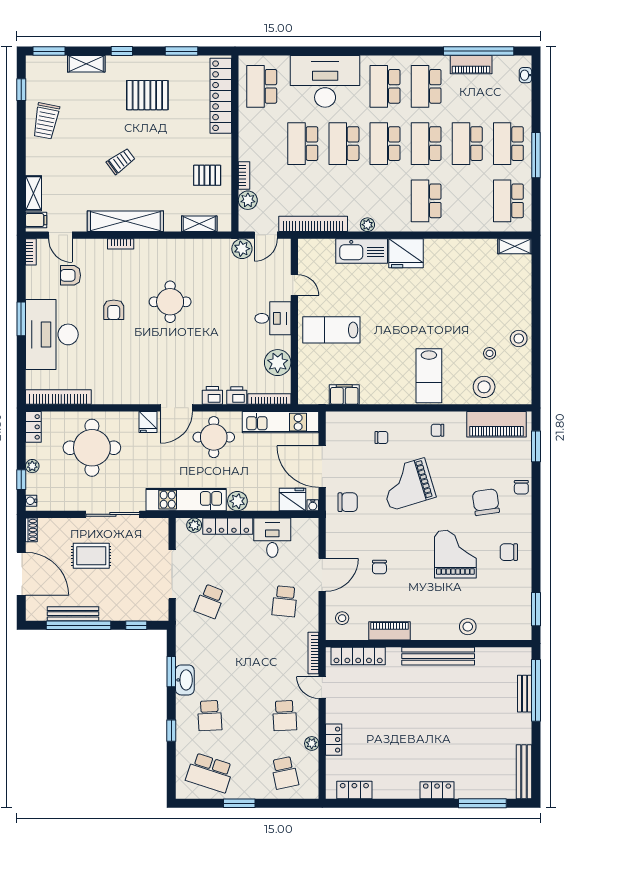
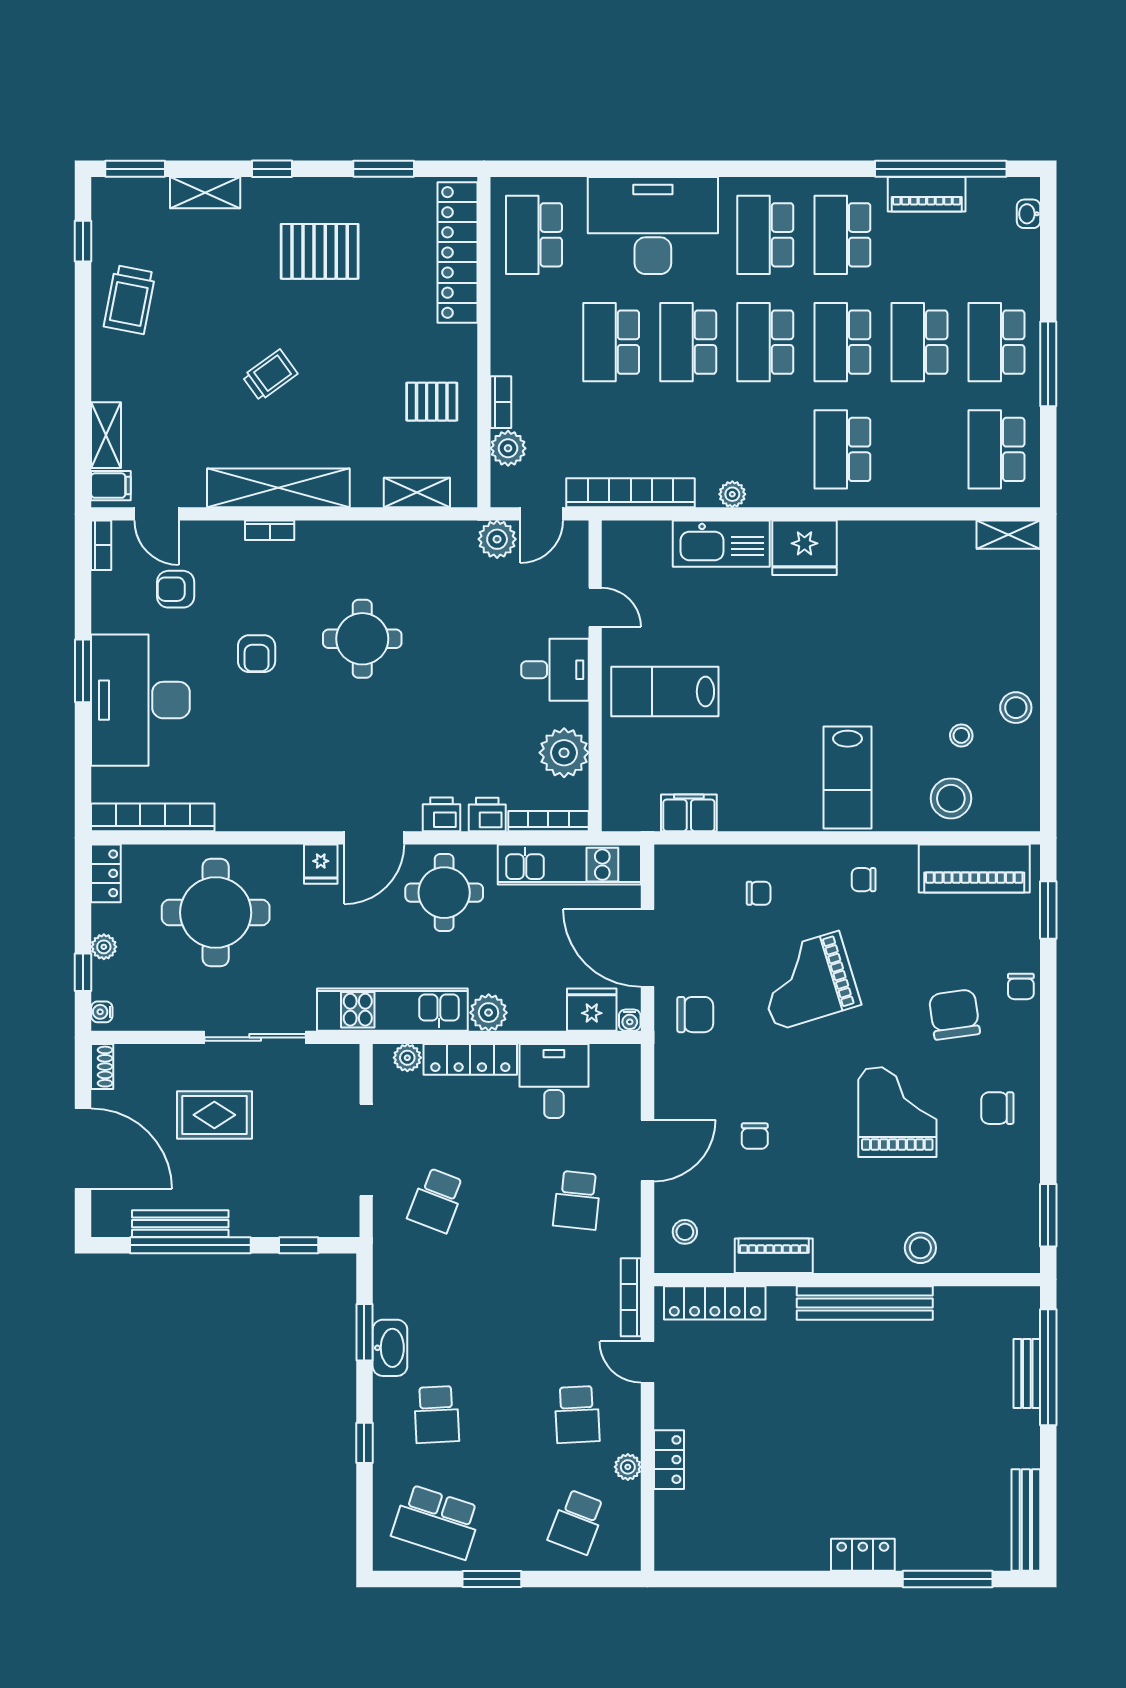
school desk: (285, 773) -> (577, 1522), turned 33
locker: (354, 790) -> (708, 1554), removed

